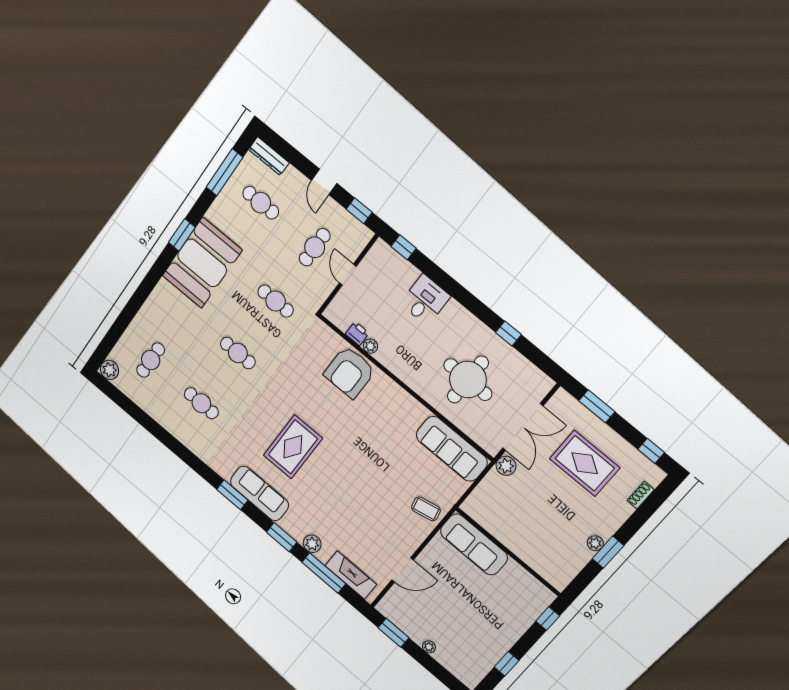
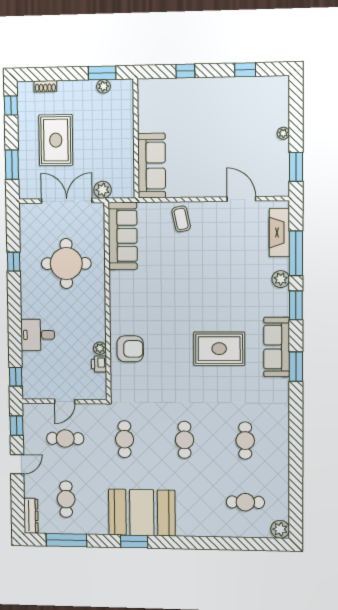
armchair: (350, 372) -> (130, 349), width x0.73, depth x0.73
sofa: (474, 544) -> (152, 166), moved
wall: (508, 552) -> (136, 139), moved

